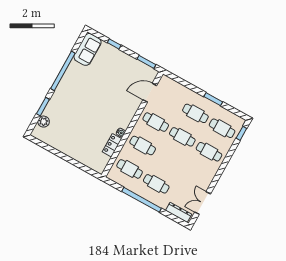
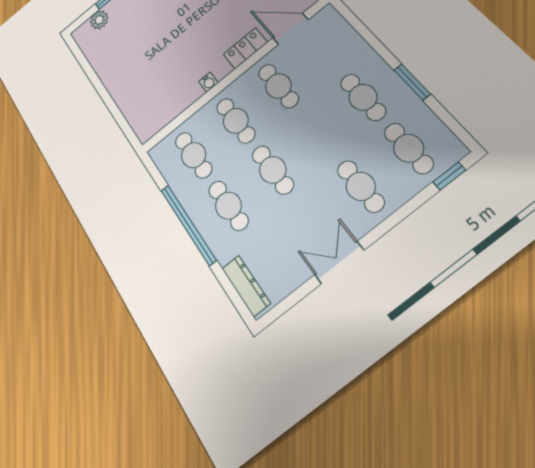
cafe table: (182, 137) -> (273, 170), moved
locker: (112, 145) -> (245, 48), moved
double door: (203, 203) -> (339, 262), moved

